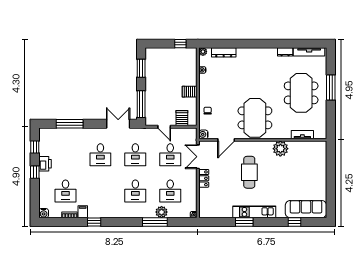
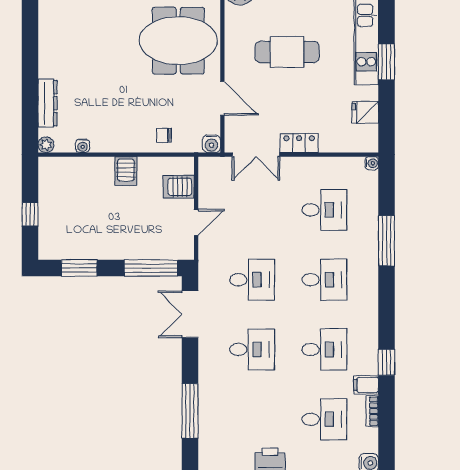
window: (180, 44) -> (30, 214), moved
desk: (170, 155) -> (324, 349), moved
fridge: (219, 211) -> (365, 112), added
plant: (162, 212) -> (367, 227), removed

